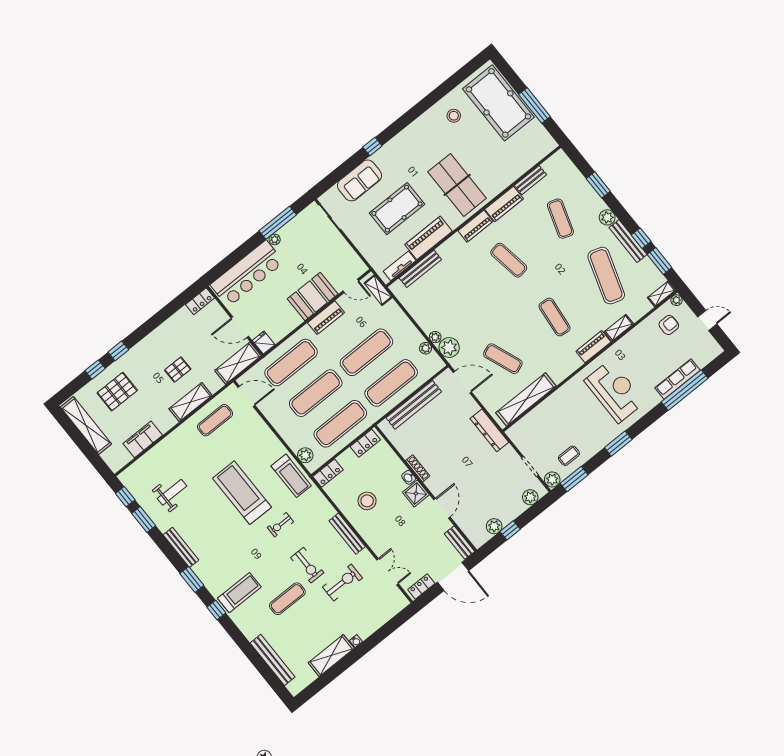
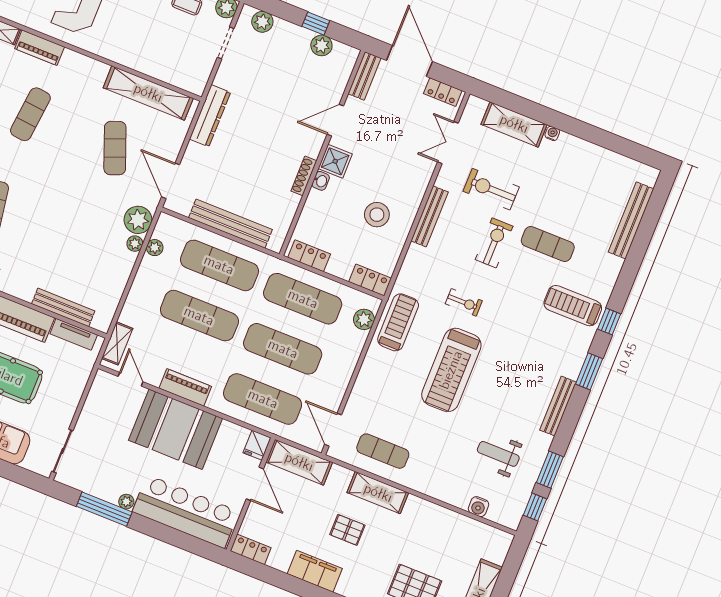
booth: (313, 296) -> (176, 429), width x1.36, depth x1.42
filing cabinet: (143, 439) -> (315, 571), moved, turned 180
water cooler: (146, 461) -> (478, 507), added
shelving: (331, 656) -> (514, 124), moved

